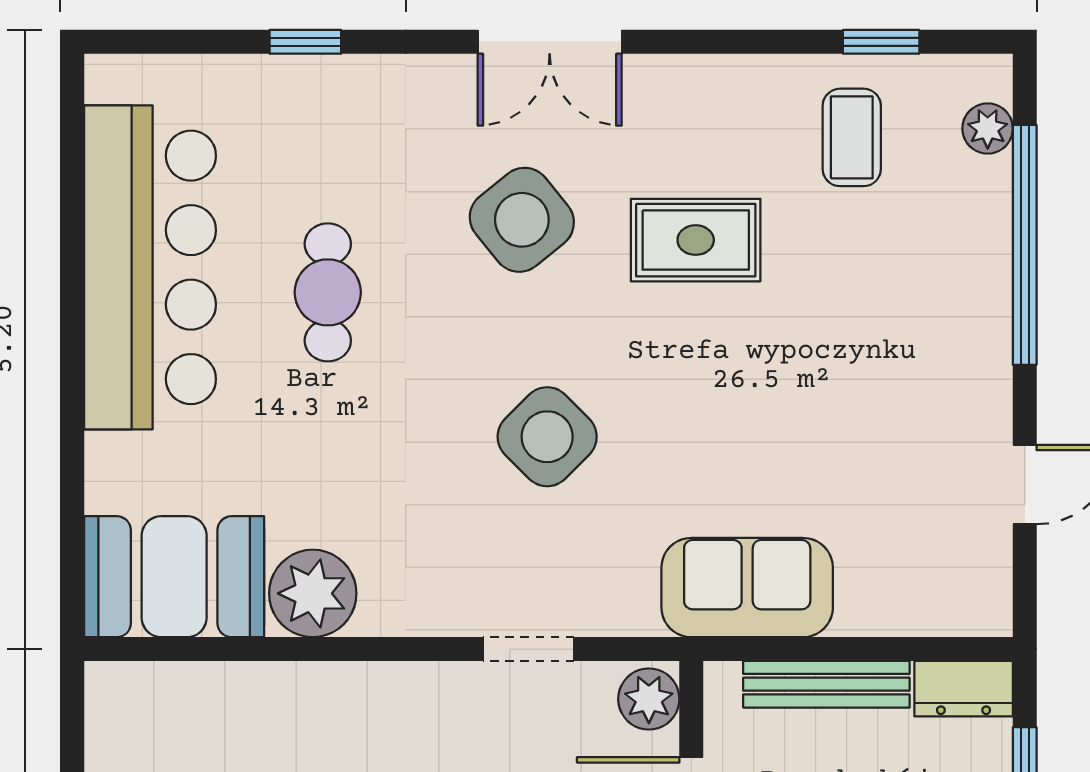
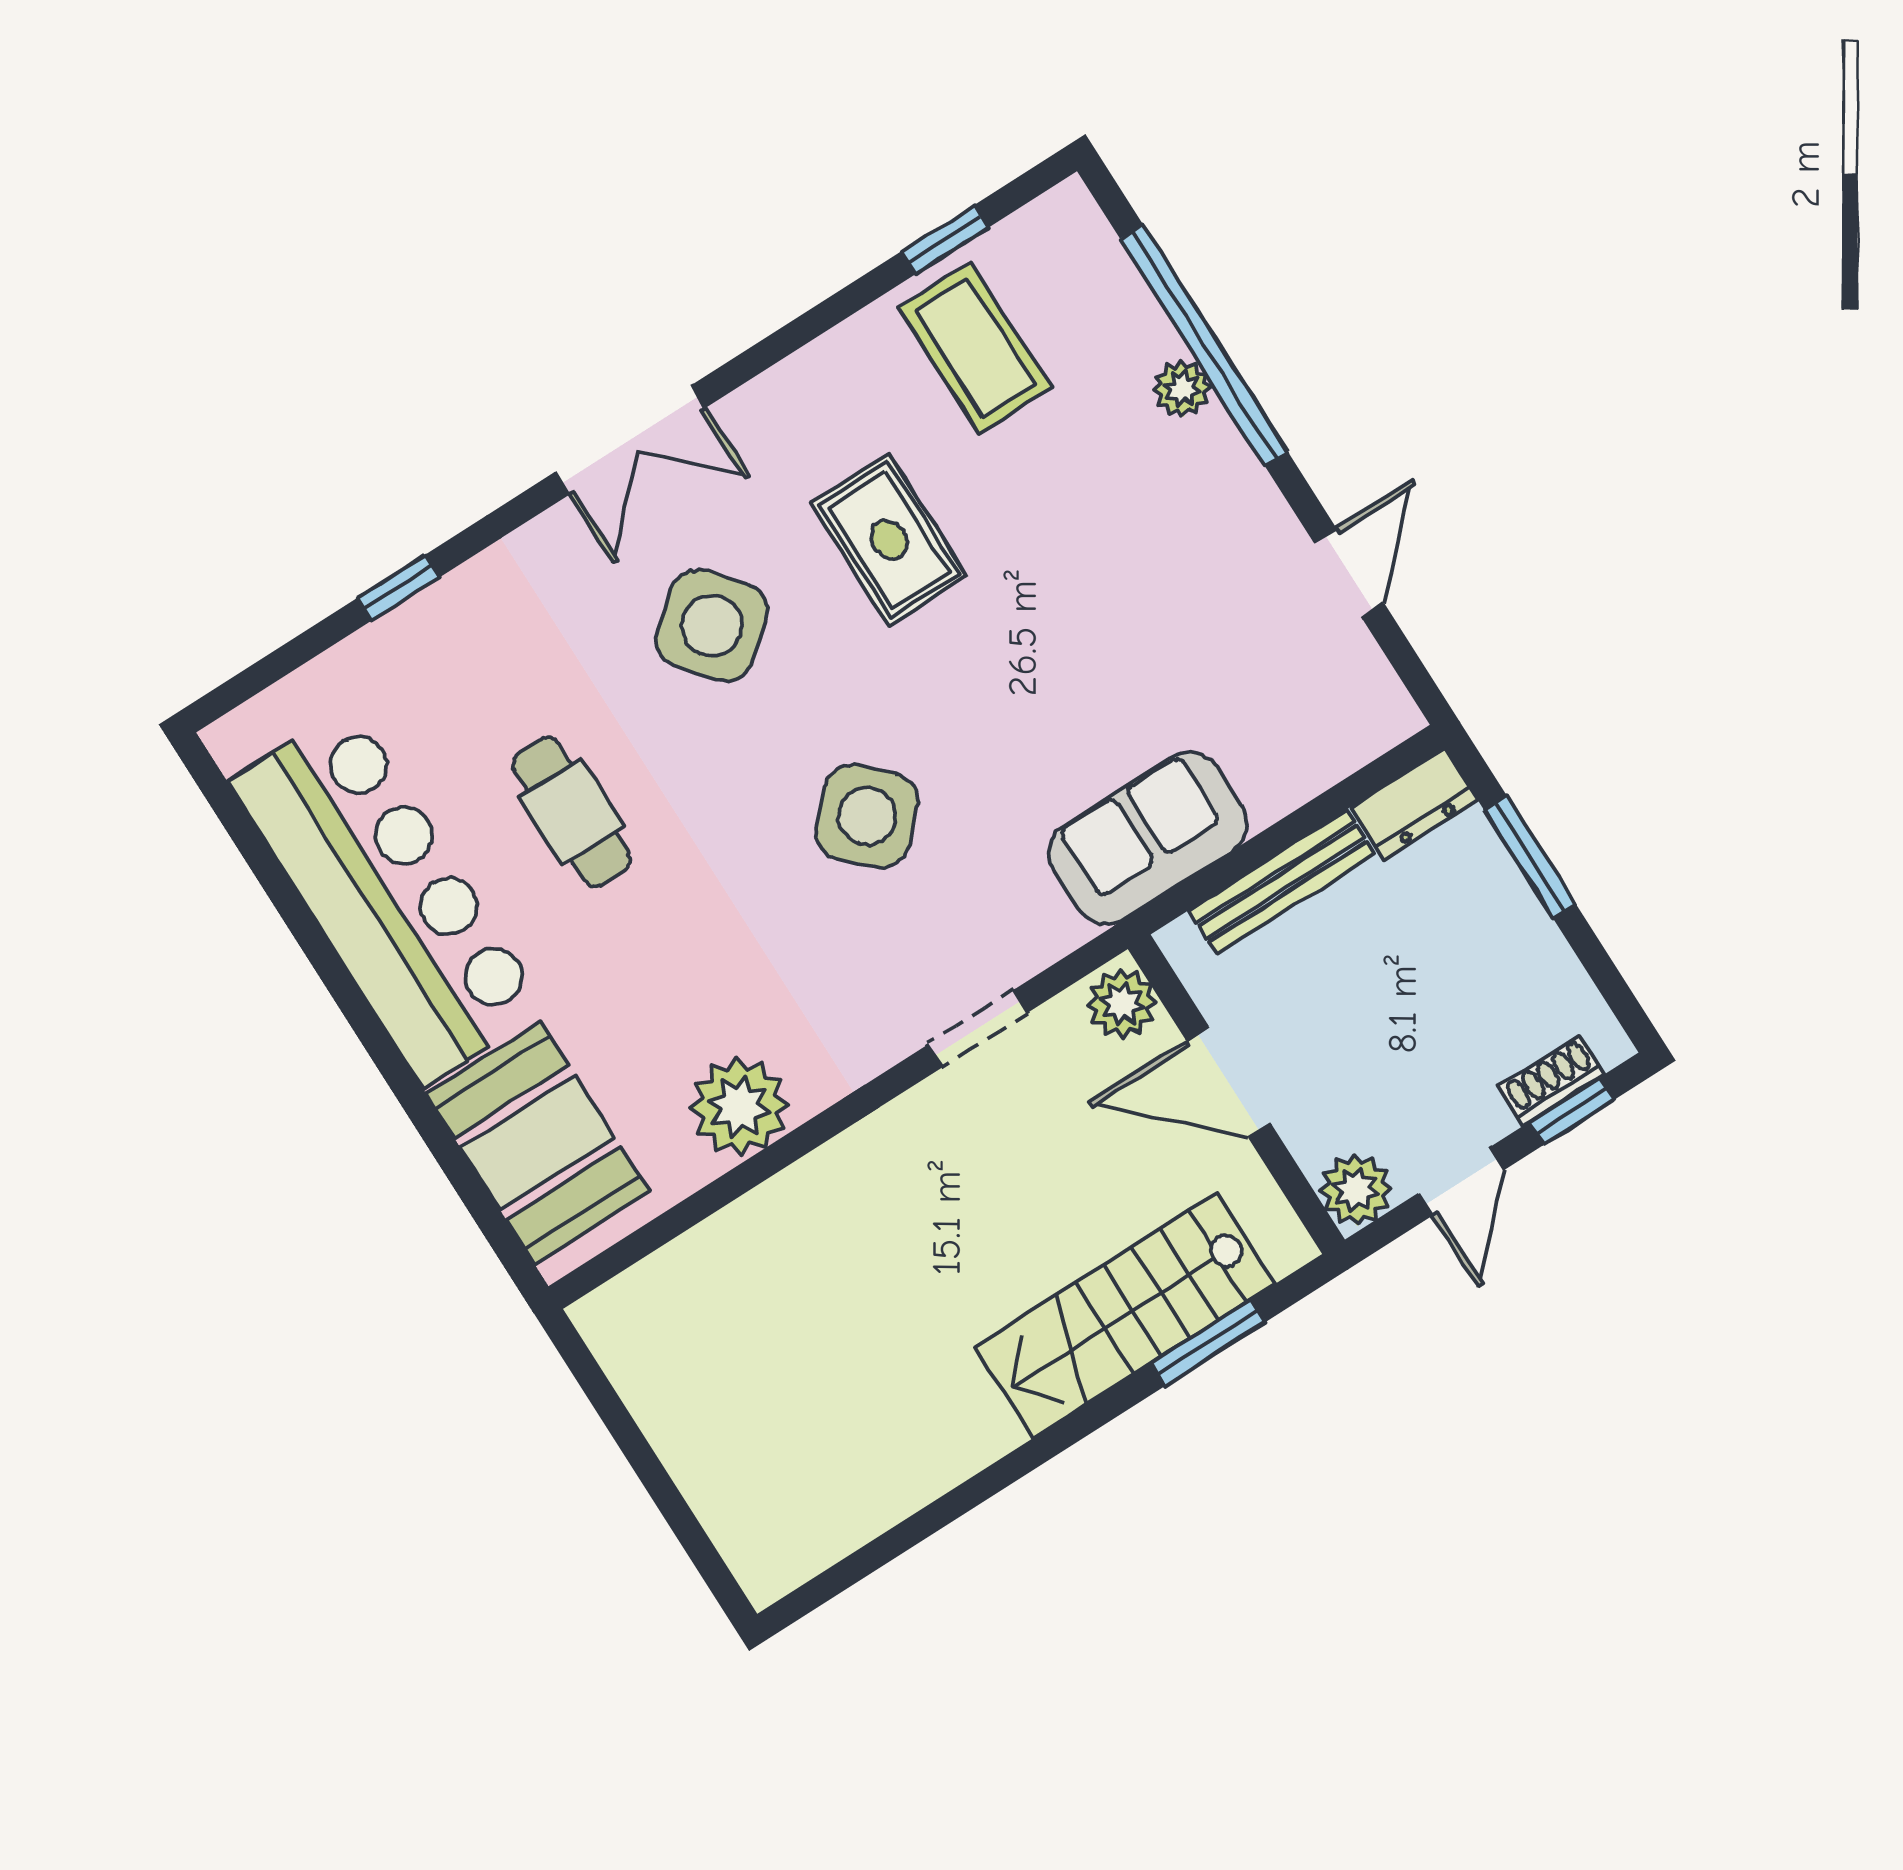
plant: (988, 129) -> (1182, 389), moved
coffee table: (852, 137) -> (975, 348), width x1.36, depth x1.30
rug: (696, 240) -> (889, 540), turned 90
booth: (174, 577) -> (538, 1142), moved, turned 90

